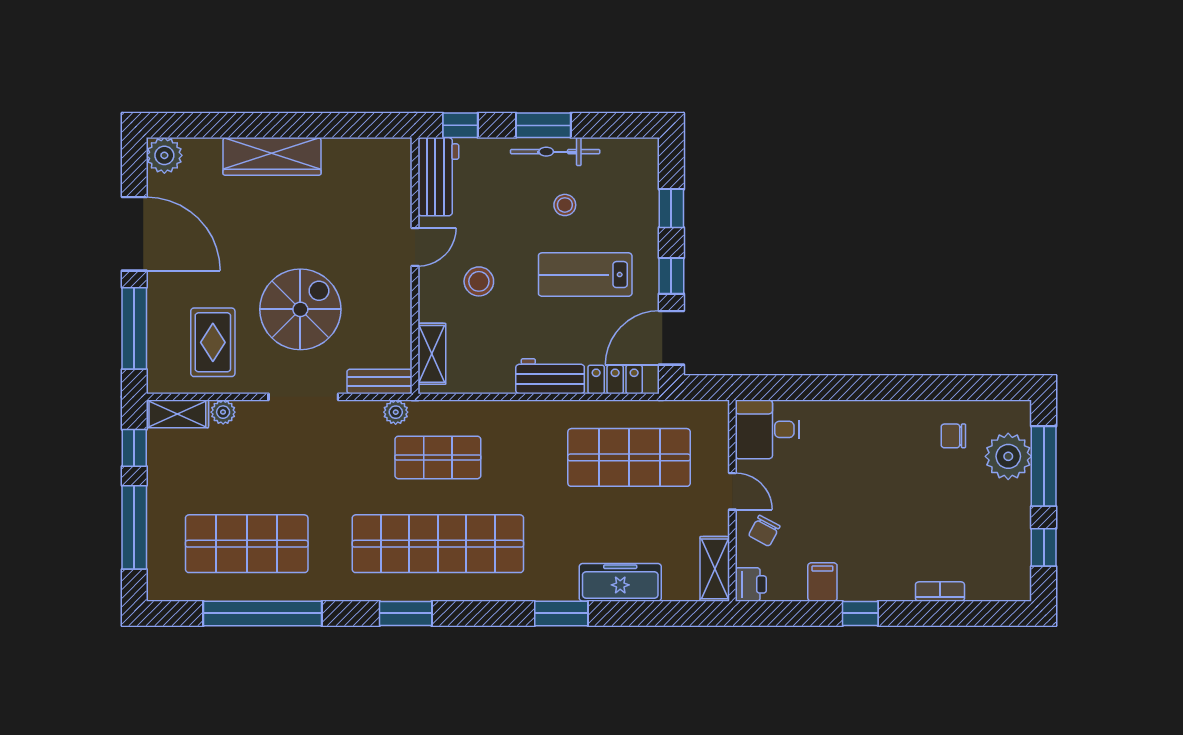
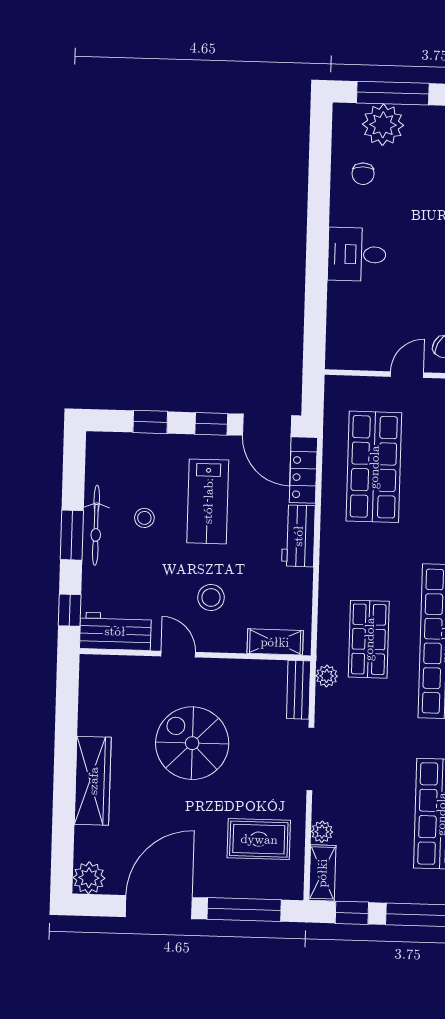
spiral stairs: (300, 309) -> (192, 743), moved
desk: (767, 429) -> (357, 254), moved, turned 90

